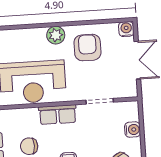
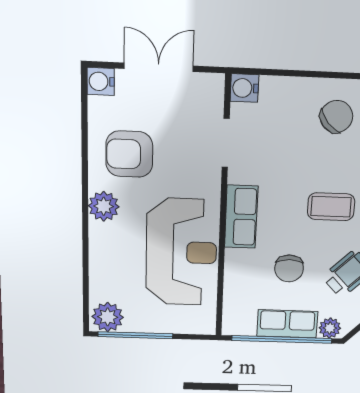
water cooler: (133, 130) -> (244, 88), moved, turned -90

